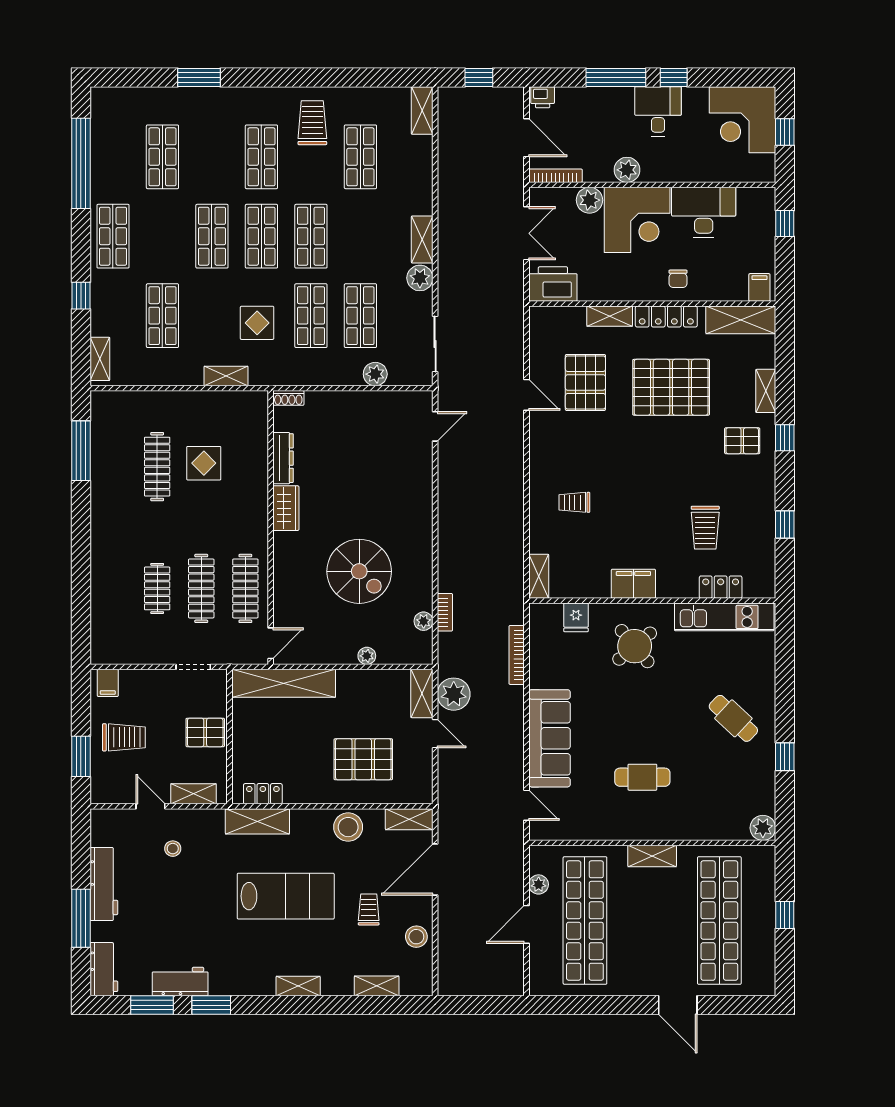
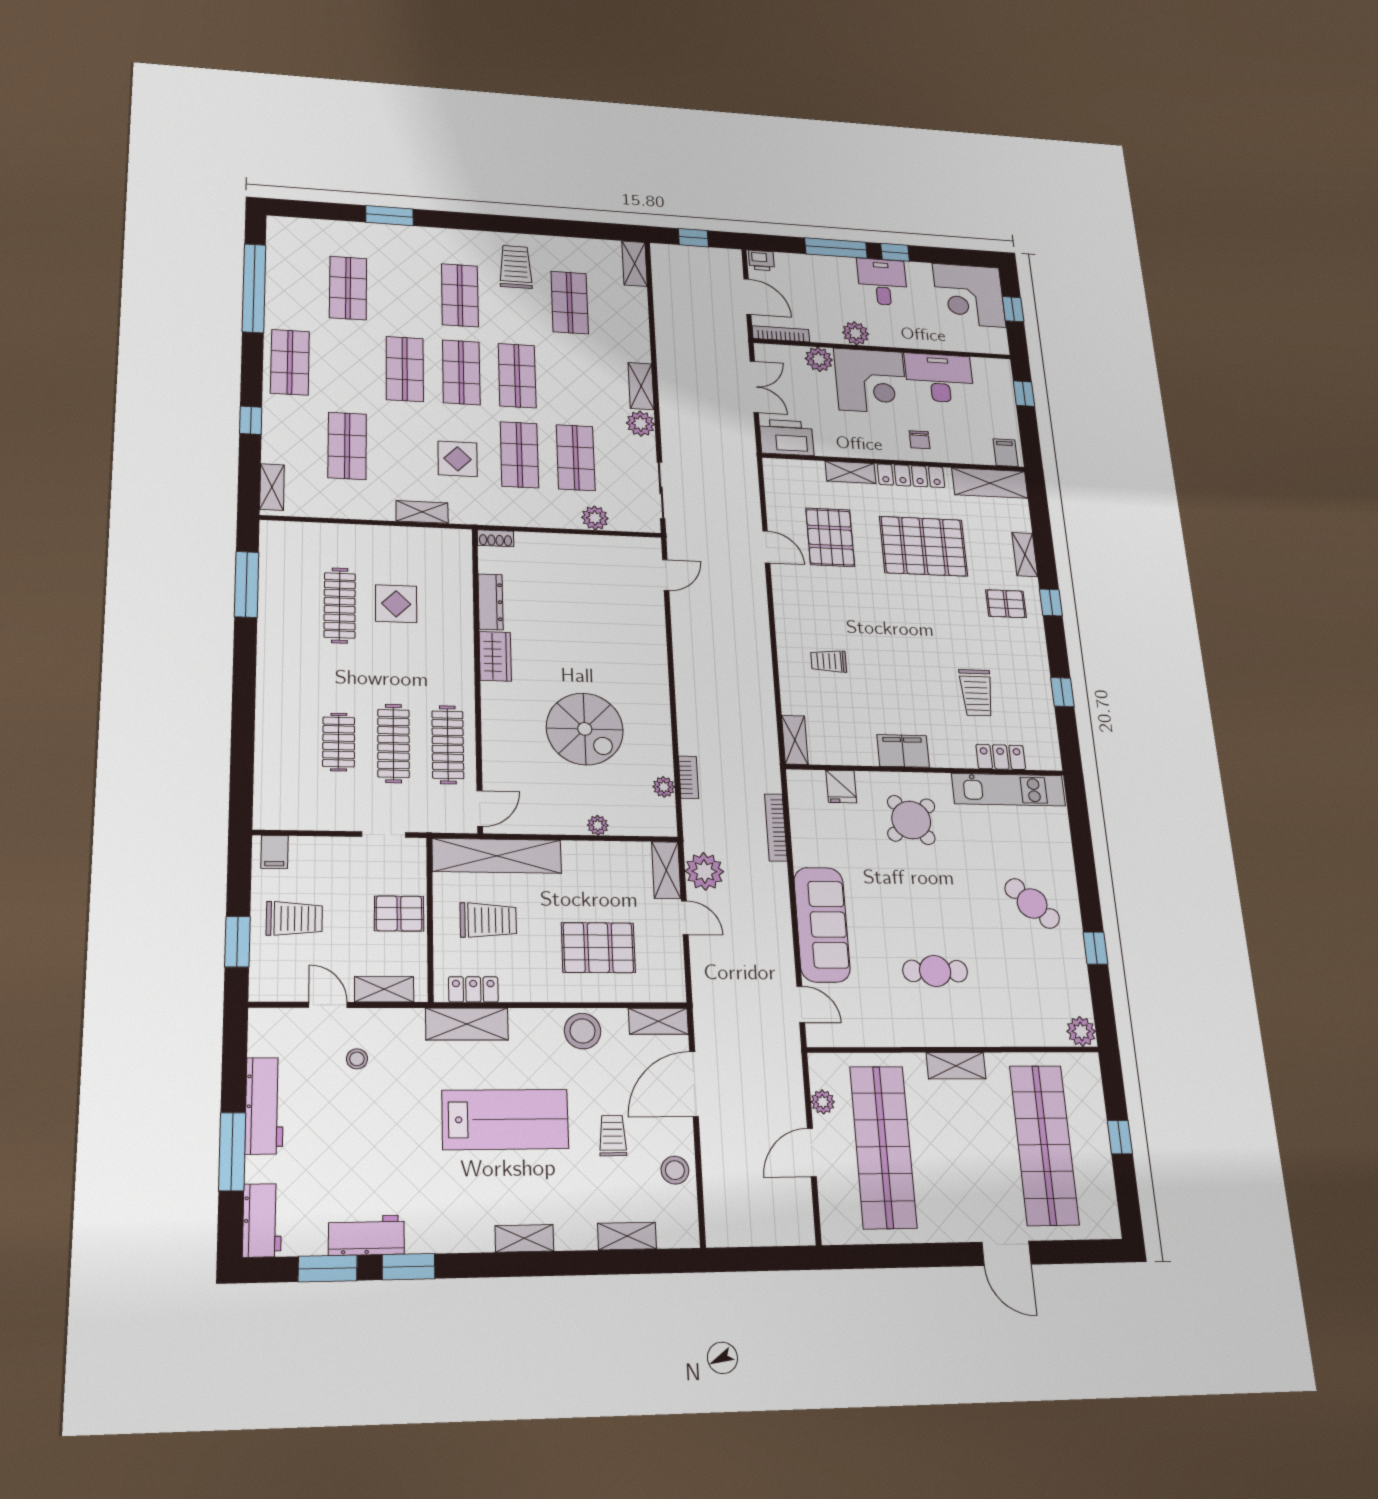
trolley: (276, 737) -> (488, 920), added

